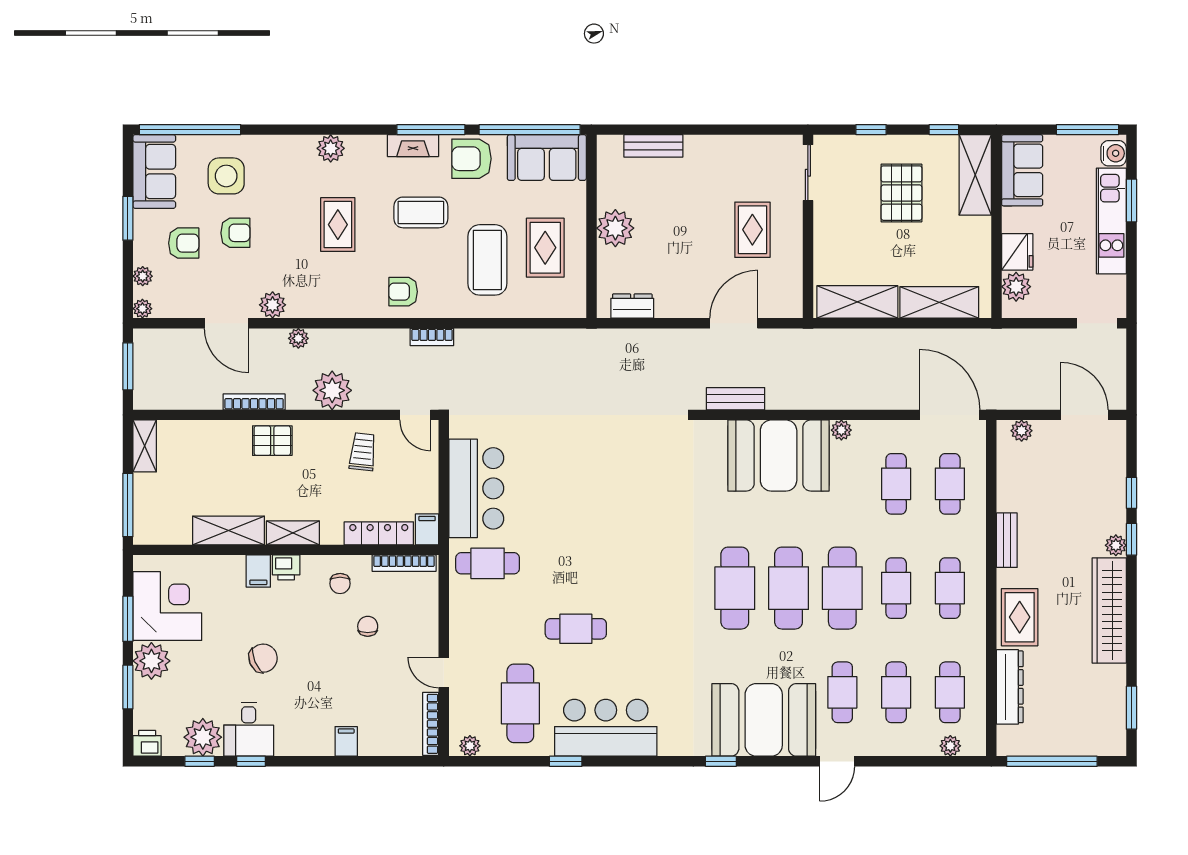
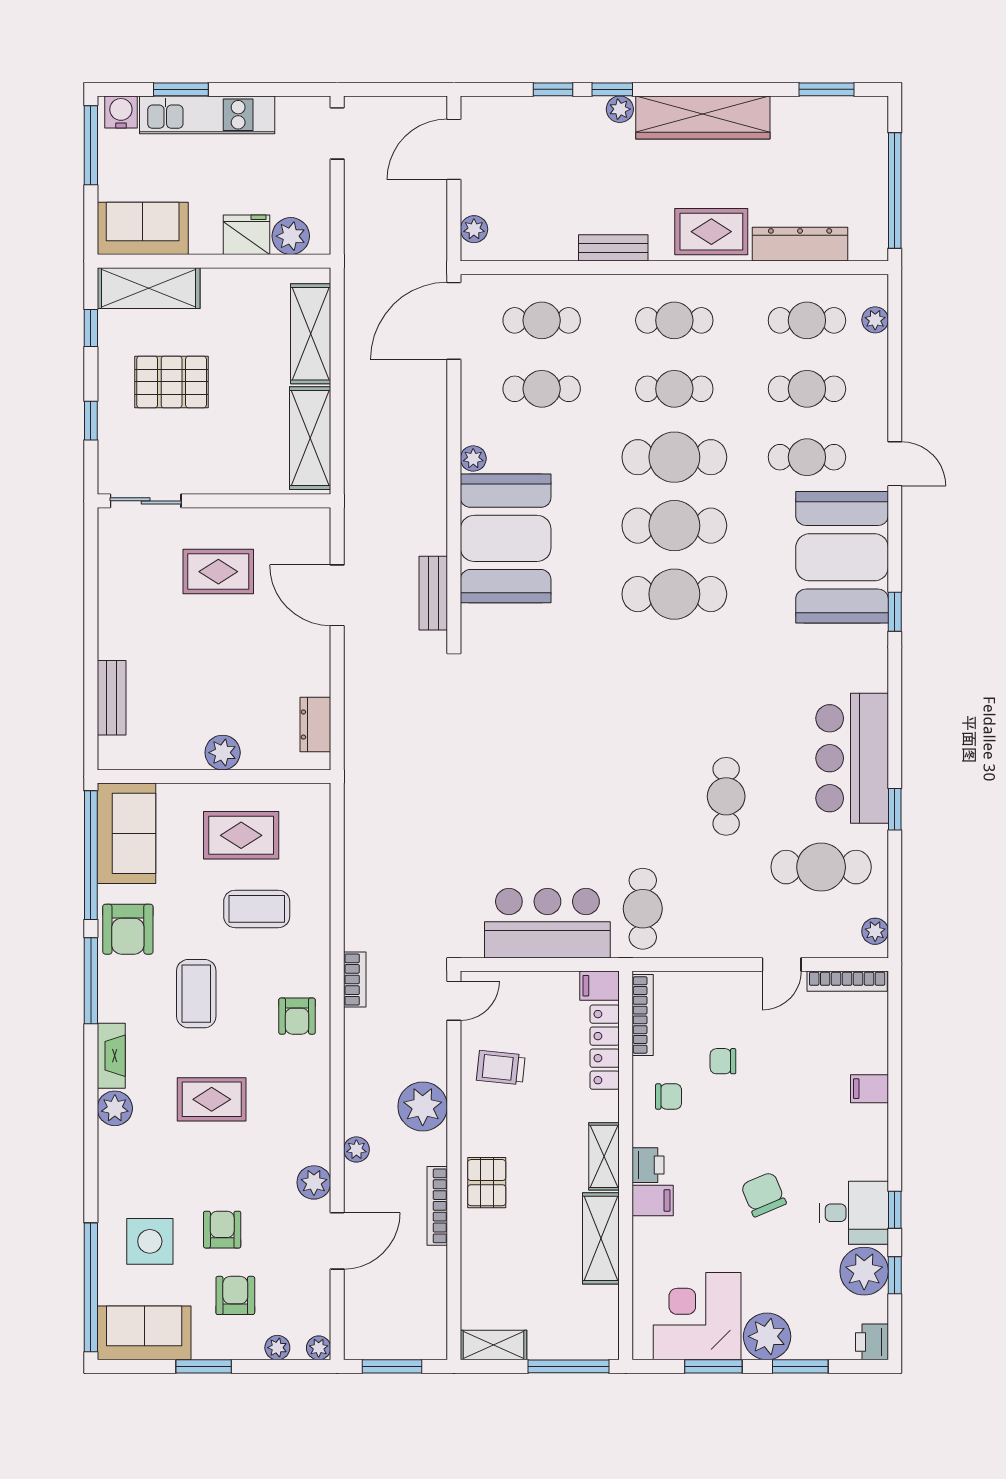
fireplace: (413, 146) -> (111, 1056), moved
plant: (615, 228) -> (223, 753), width x0.73, depth x0.73
coffee table: (487, 260) -> (257, 909), width x0.73, depth x0.76

